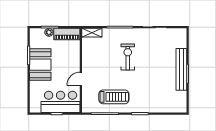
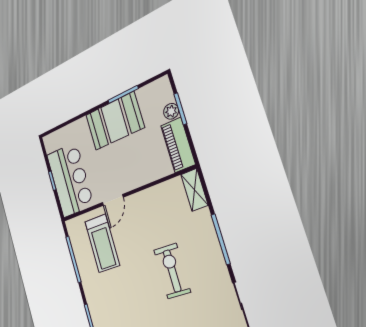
exercise bike: (128, 57) -> (172, 271), turned -90
door: (81, 79) -> (113, 200), swing flipped
treadmill: (114, 97) -> (102, 243), moved

